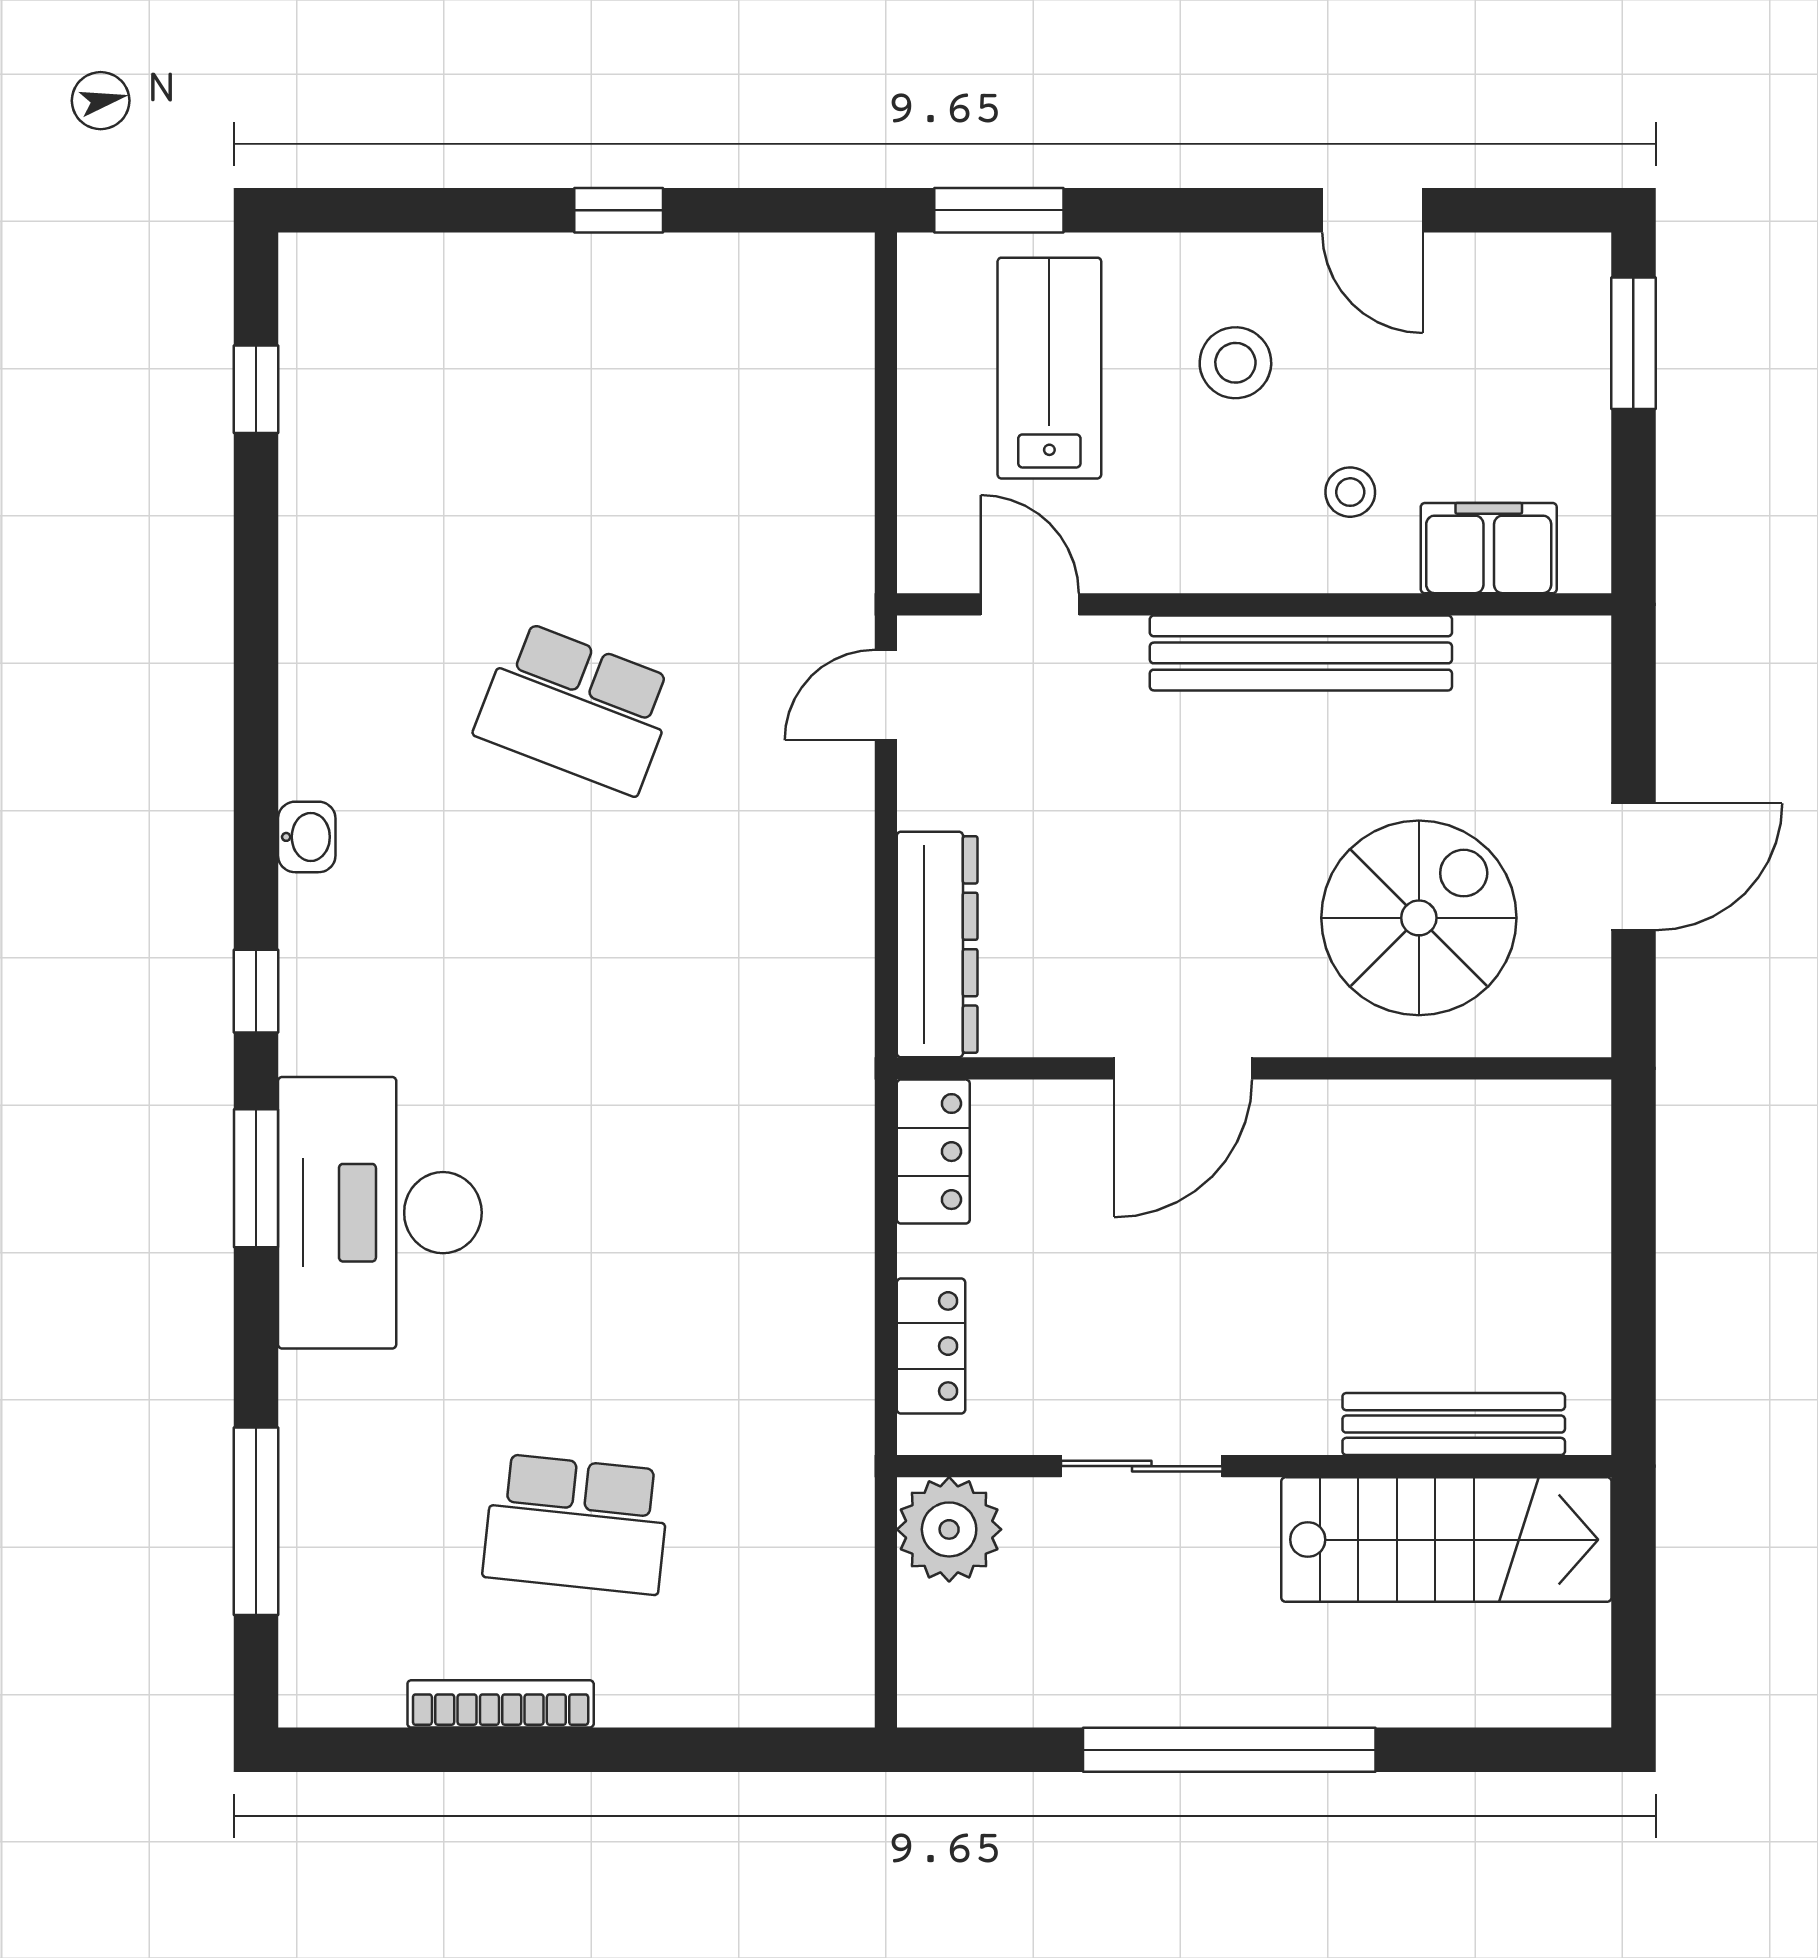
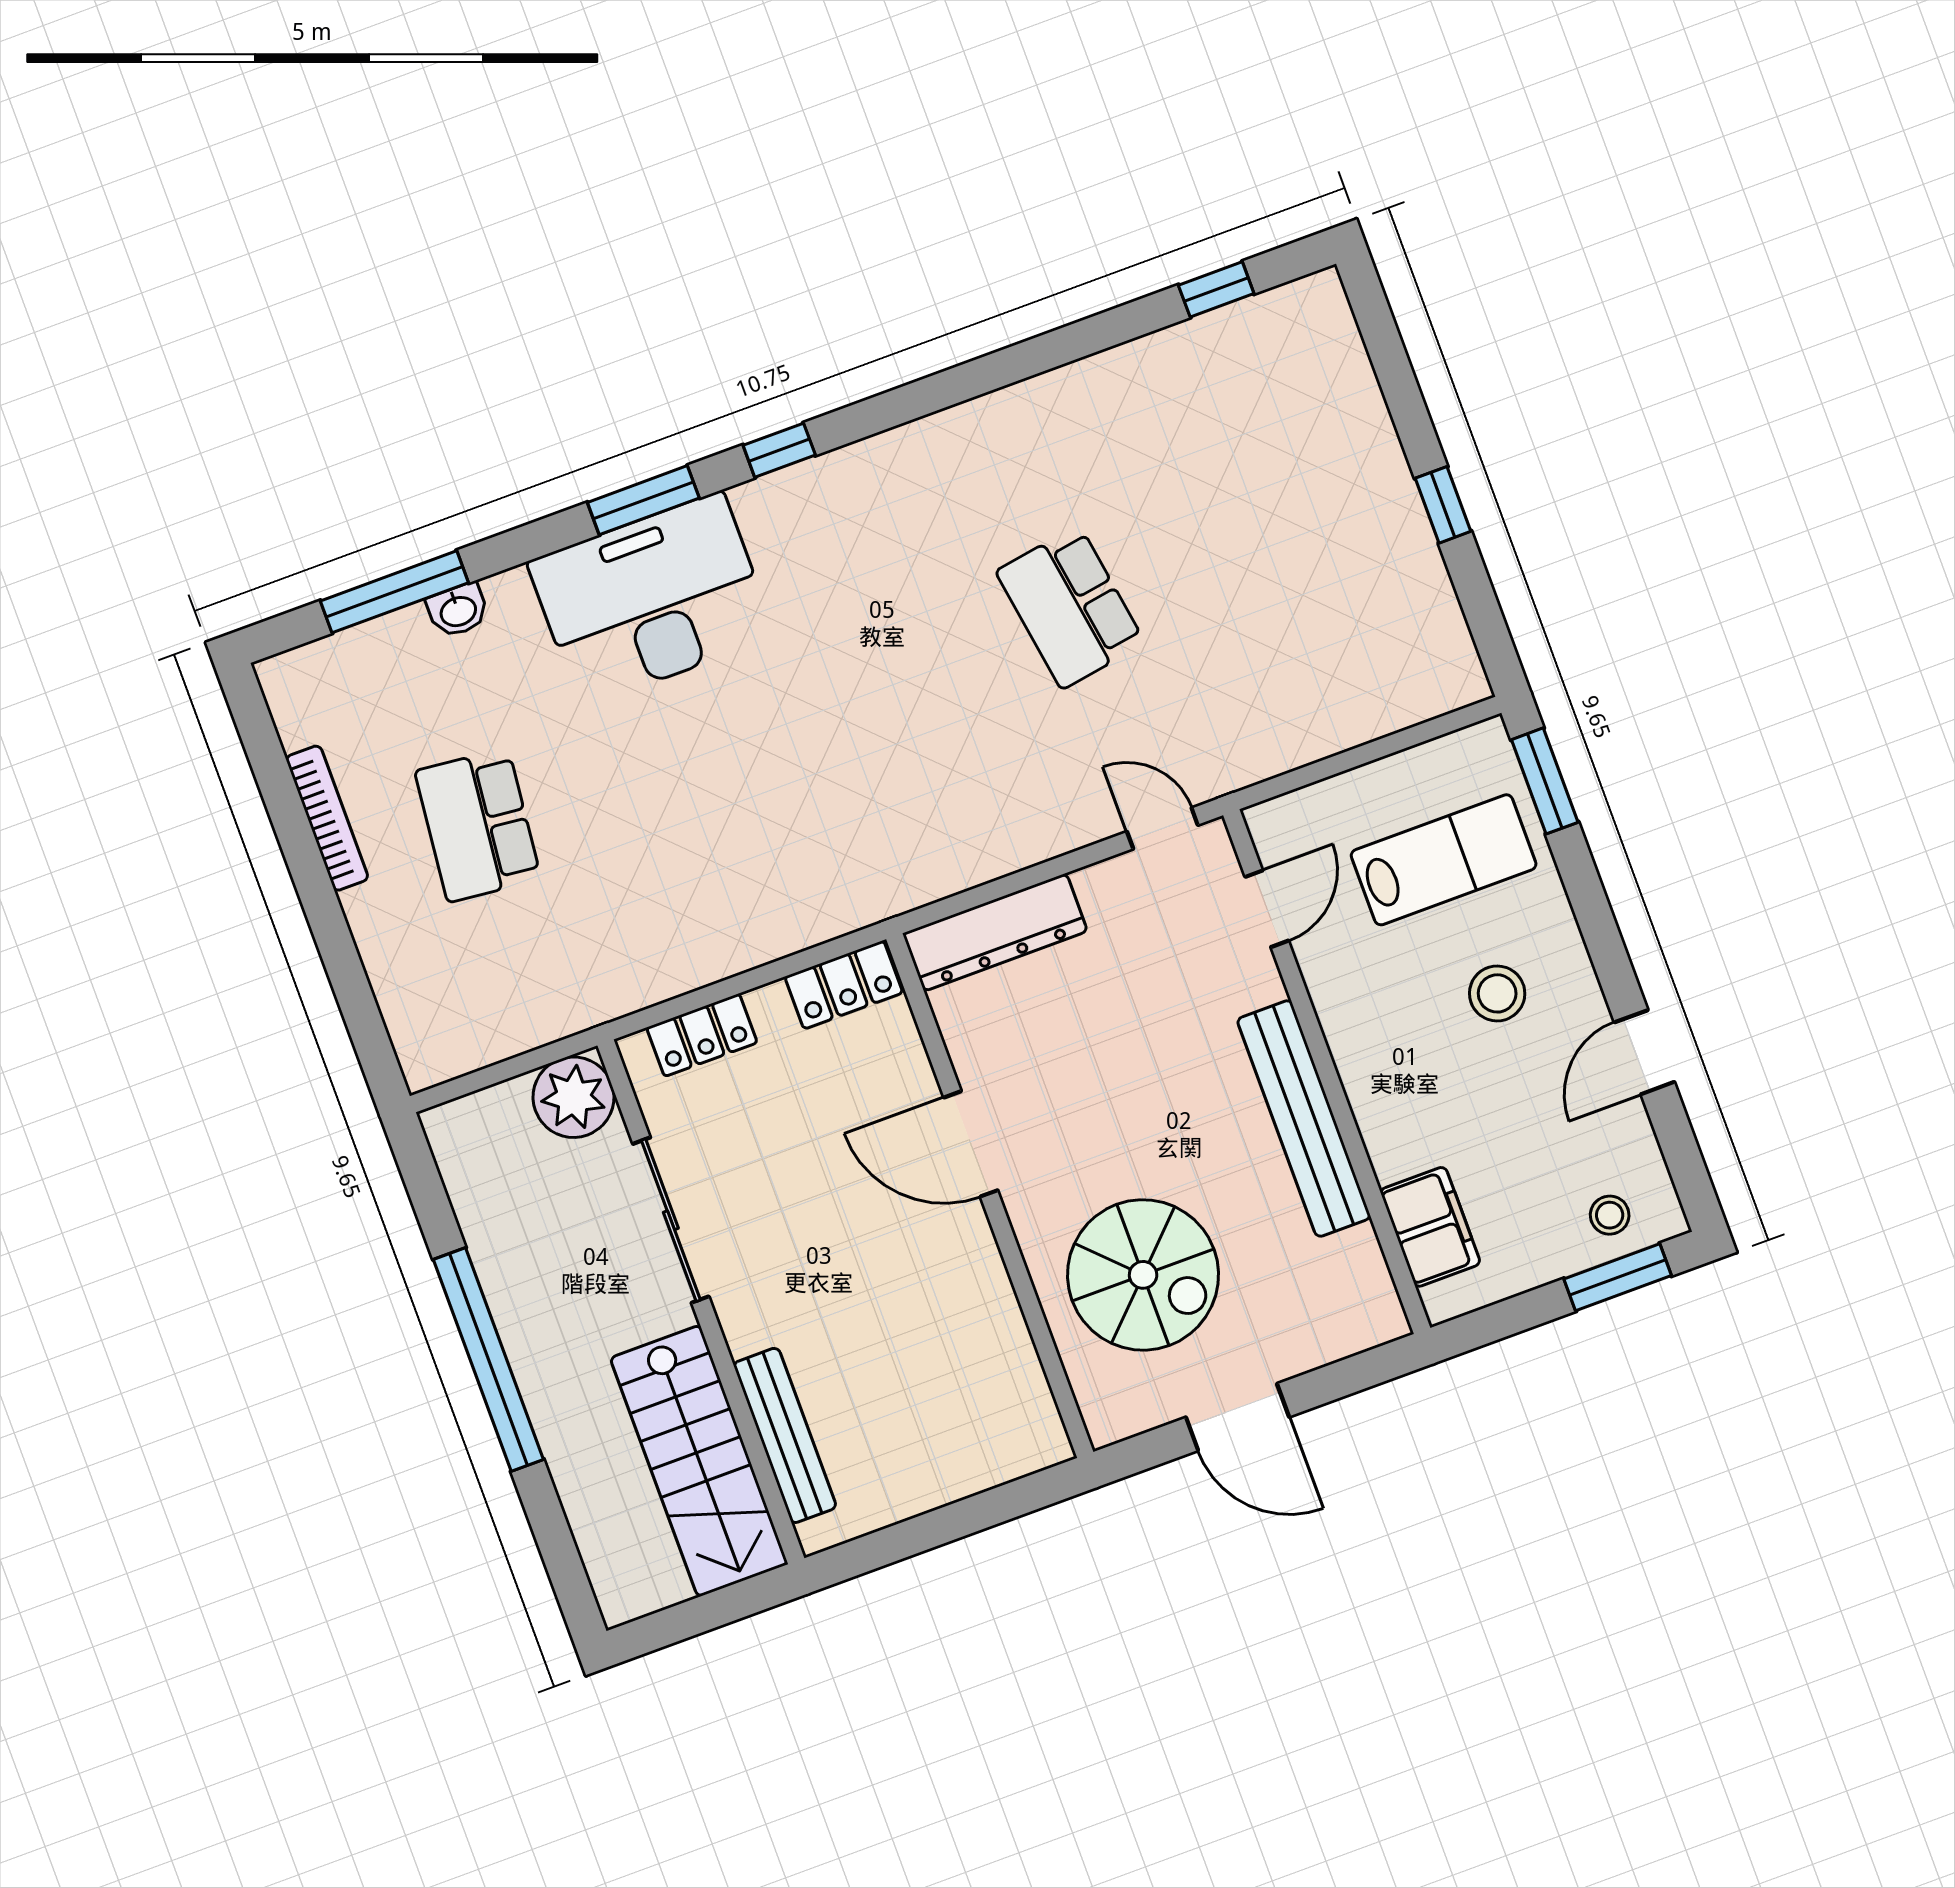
stool: (1350, 492) -> (1610, 1215), moved
school desk: (576, 708) -> (1070, 607), turned -30
washbasin: (307, 837) -> (458, 610), moved
sliding door: (1142, 1466) -> (671, 1220), width x1.37

